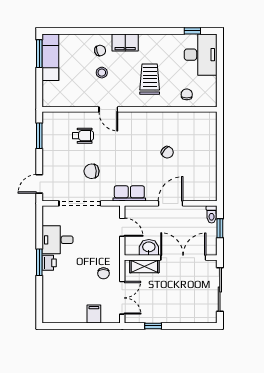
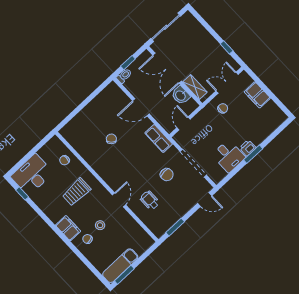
filing cabinet: (94, 314) -> (257, 95), width x2.00

